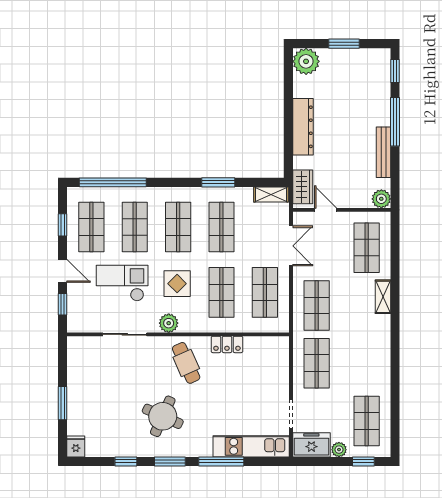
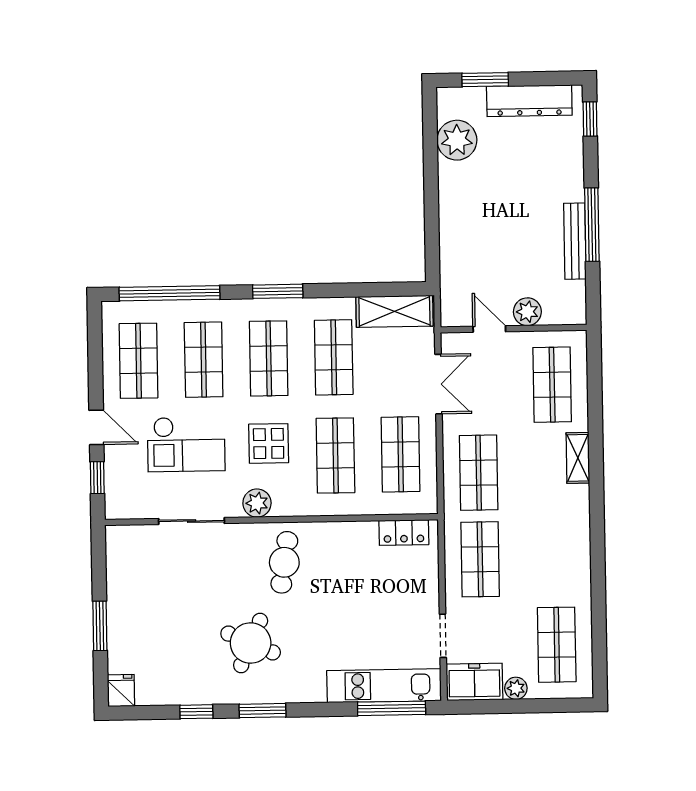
window: (344, 44) -> (485, 80), moved
plant: (306, 61) -> (457, 140), moved
window: (395, 122) -> (592, 225), moved
dresser: (303, 127) -> (529, 101), moved, turned 90
window: (218, 182) -> (278, 291), moved
wardrobe: (303, 187) -> (454, 295), removed
shelving: (271, 194) -> (394, 311), width x1.50, depth x1.33
plant: (381, 199) -> (527, 312), moved
window: (63, 225) -> (95, 358), removed
checkout: (122, 283) -> (186, 444), turned 180
locker: (227, 344) -> (404, 532), moved
cafe table: (186, 363) -> (284, 562), turned 33
window: (221, 461) -> (392, 708), moved
window: (363, 461) -> (553, 705), removed

